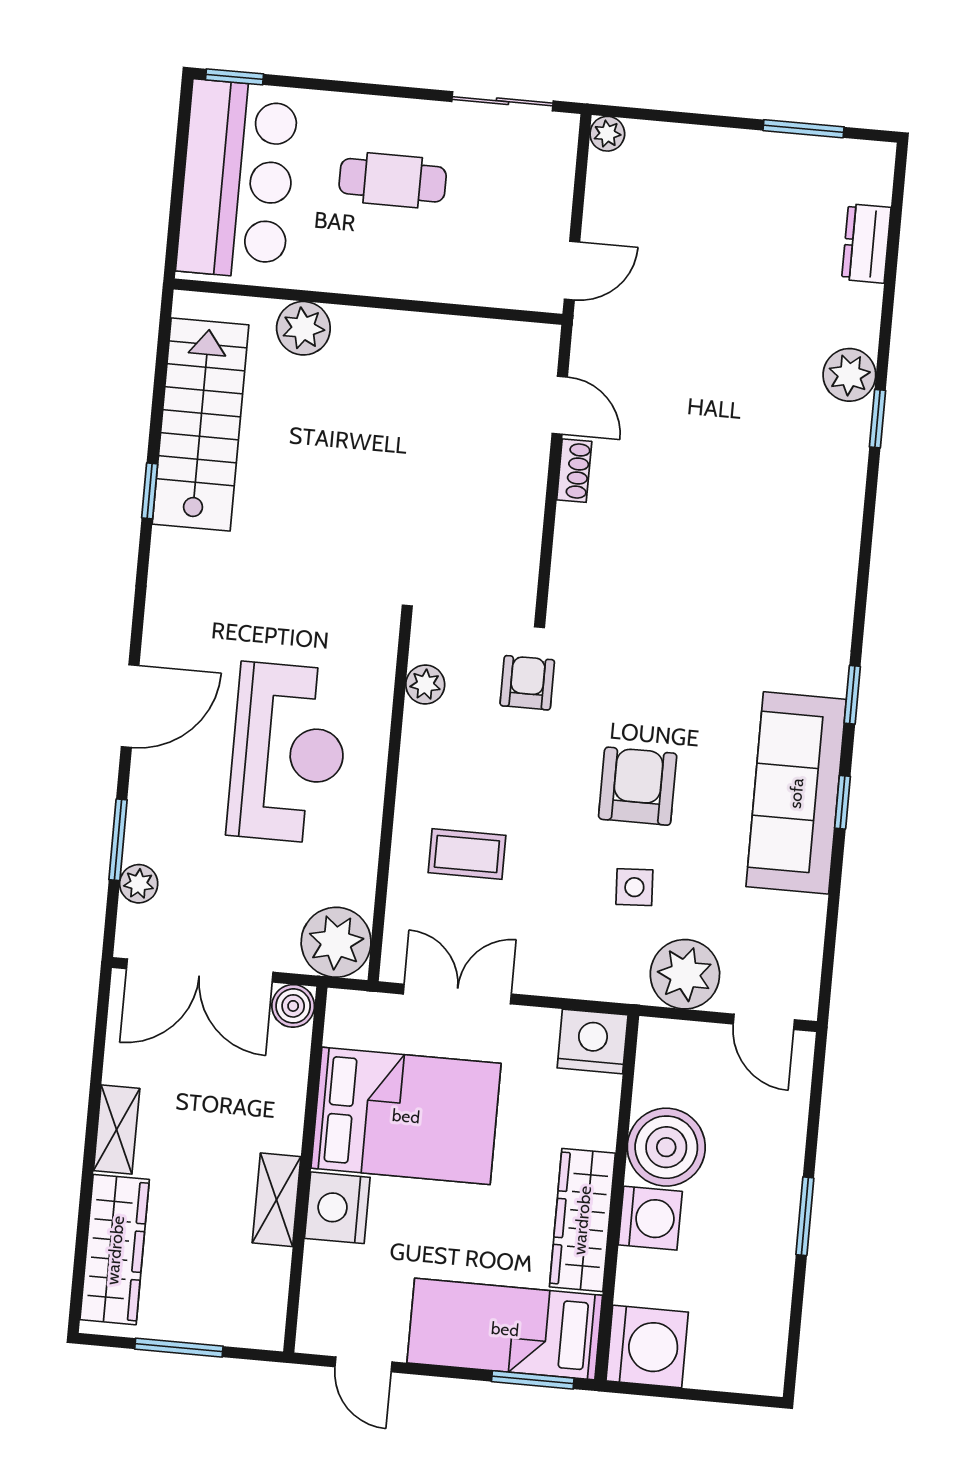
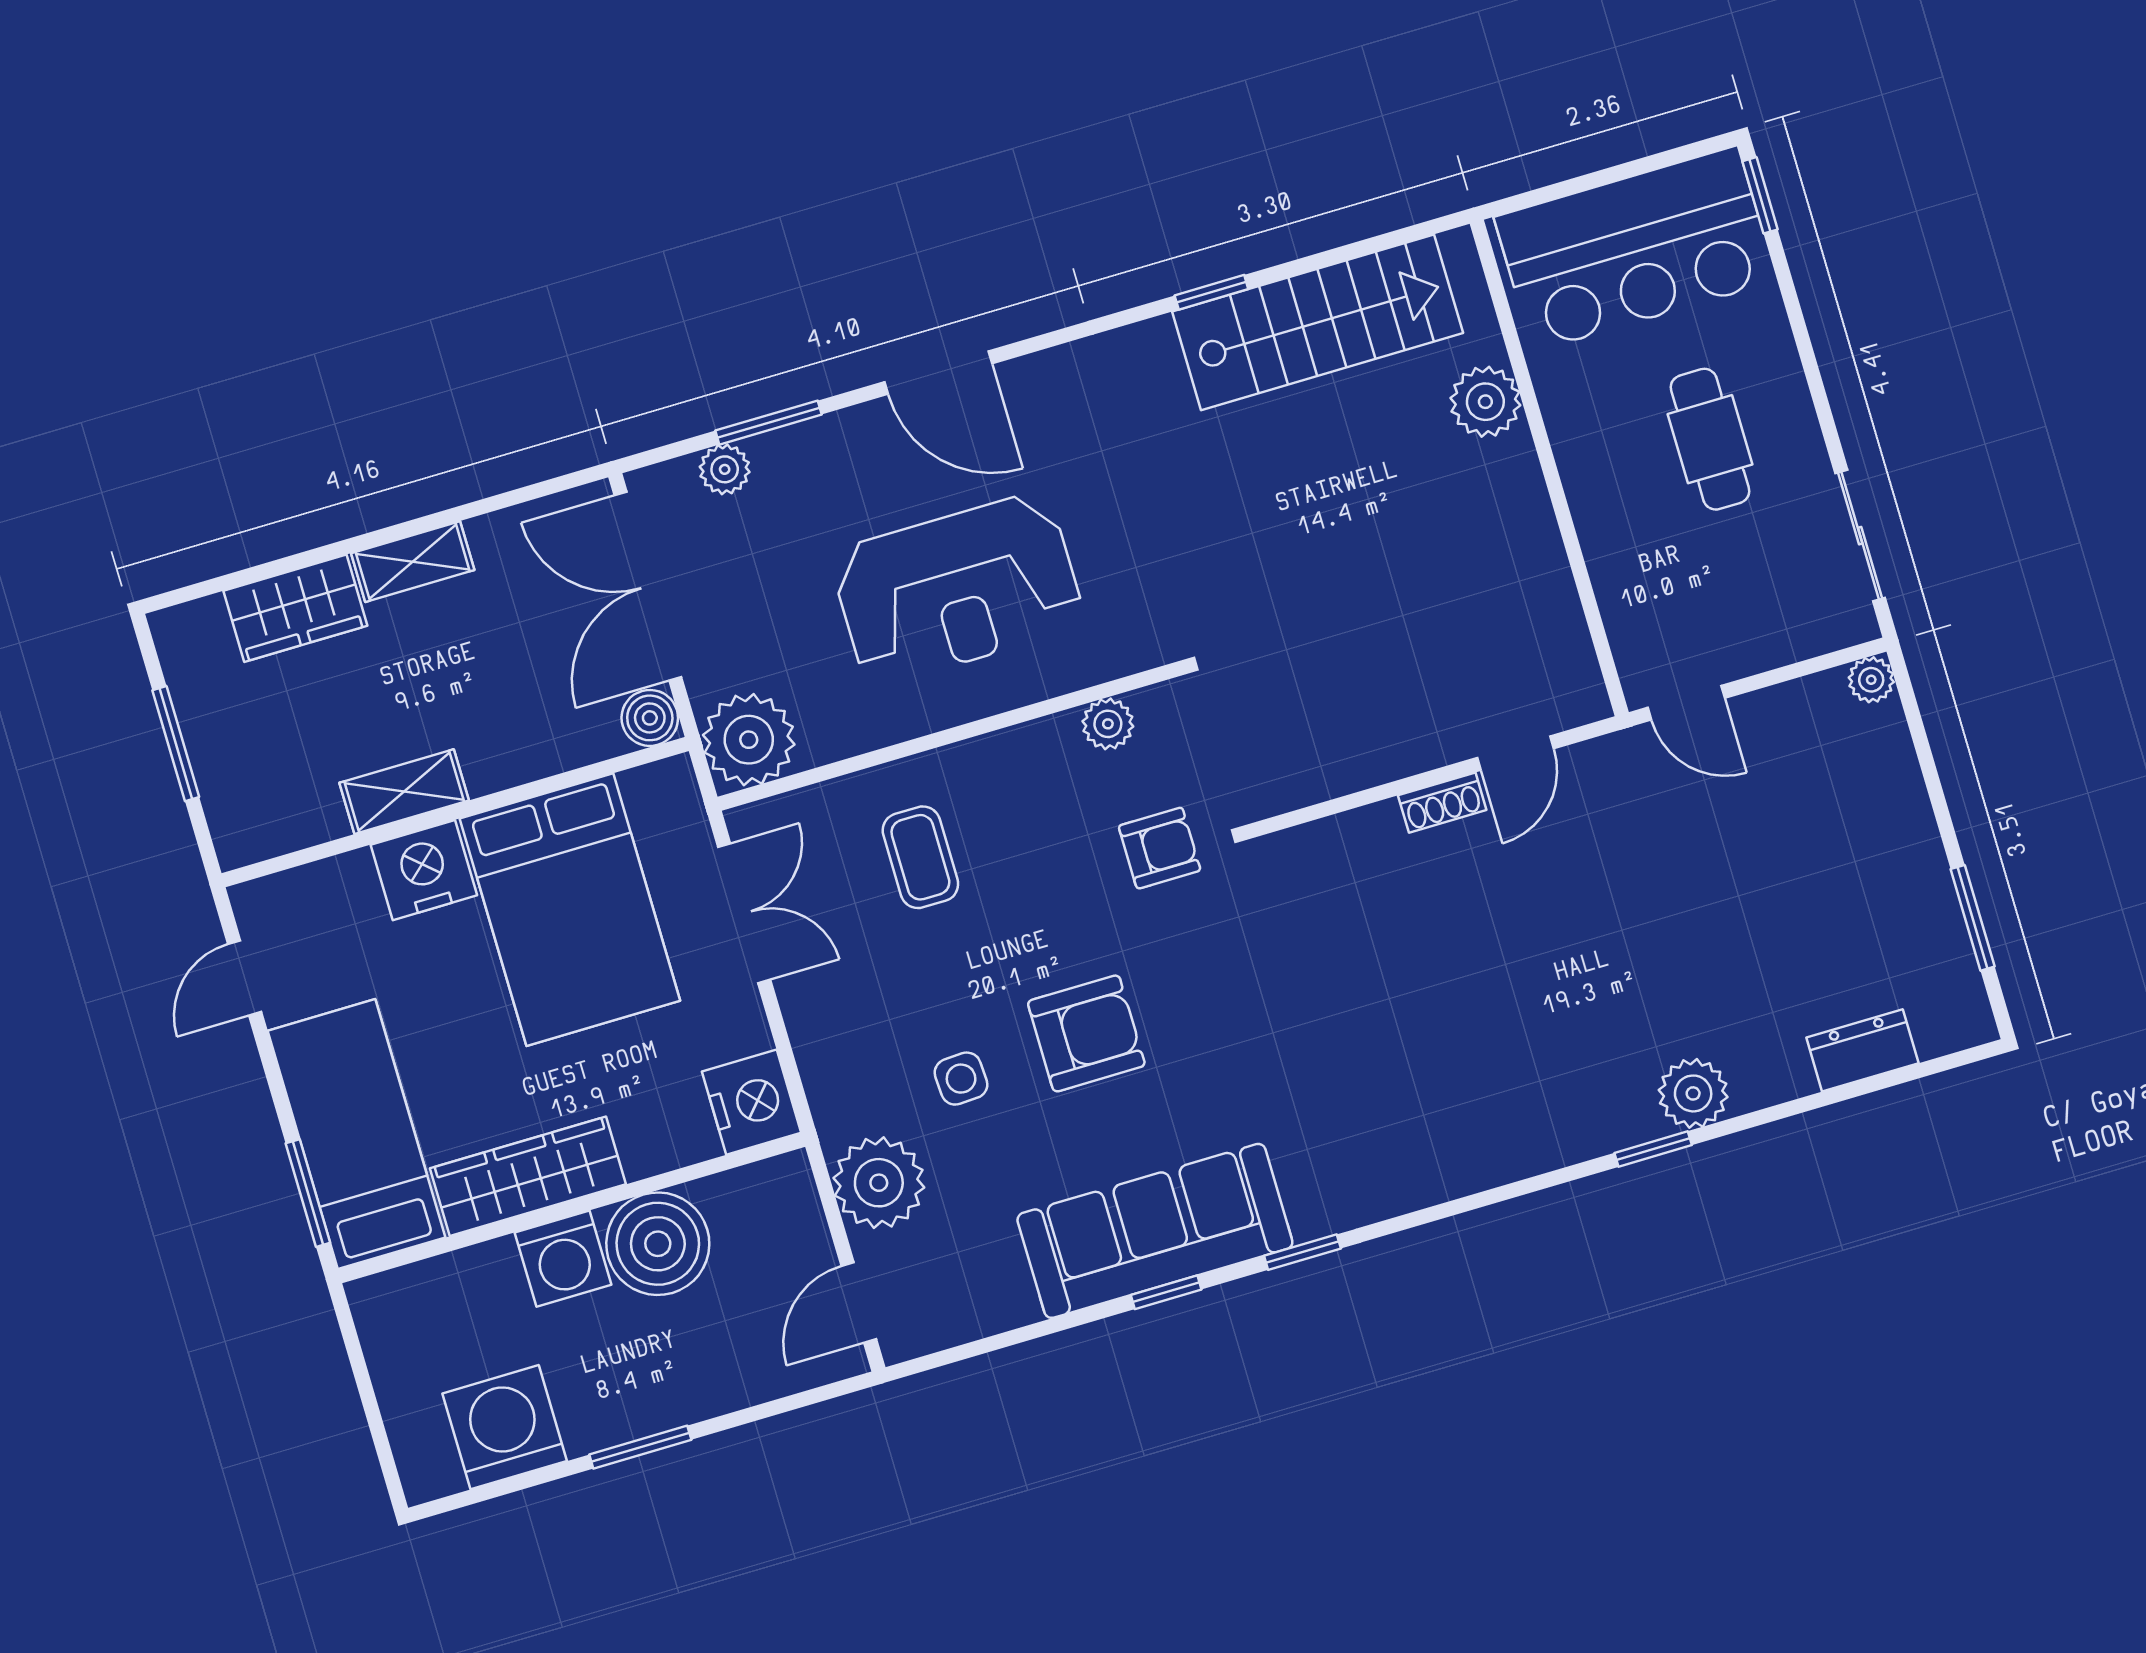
wardrobe: (115, 1250) -> (295, 608), width x0.67
washing machine: (647, 1346) -> (505, 1427), moved, turned 180

